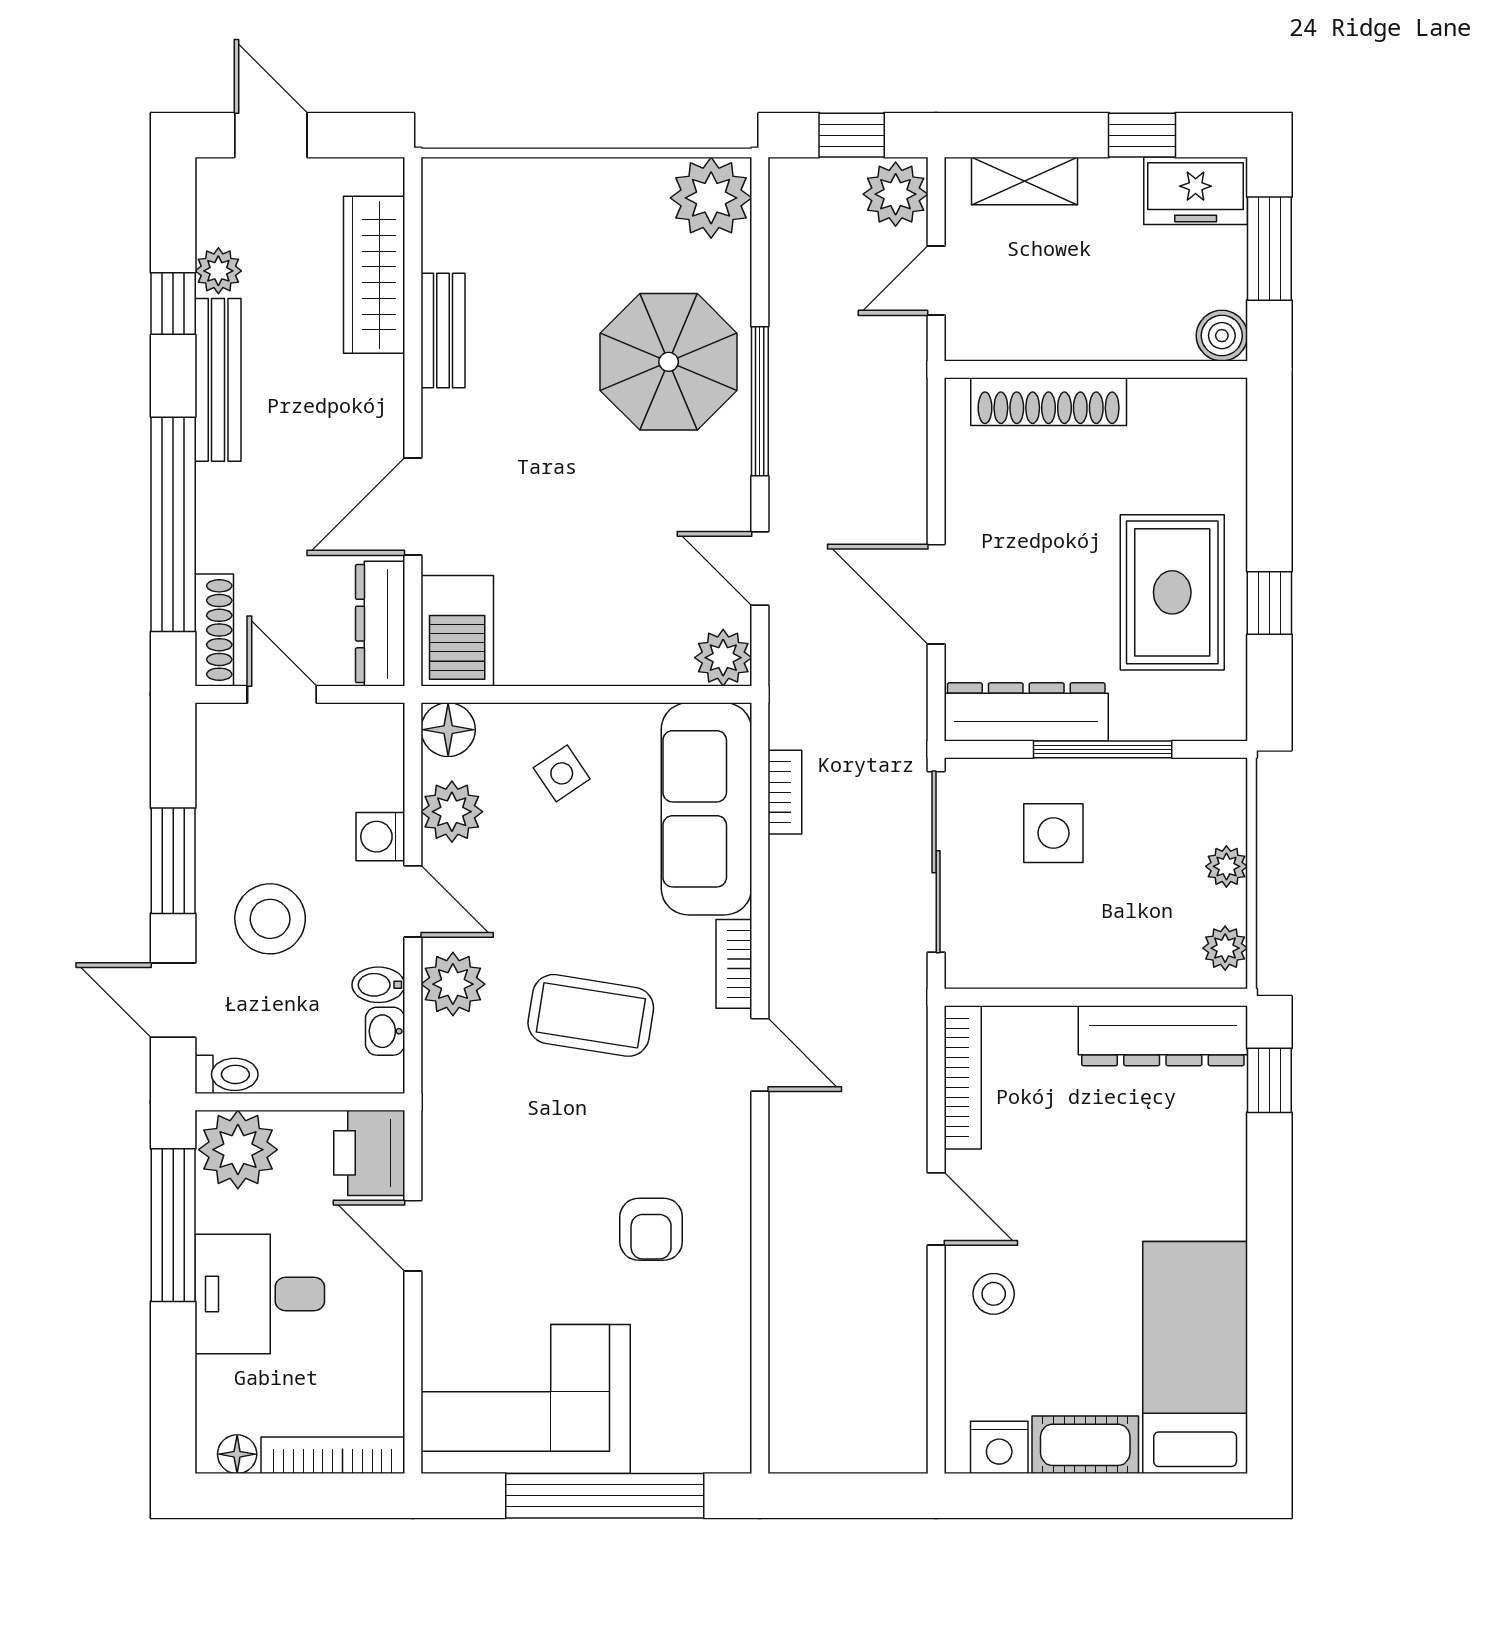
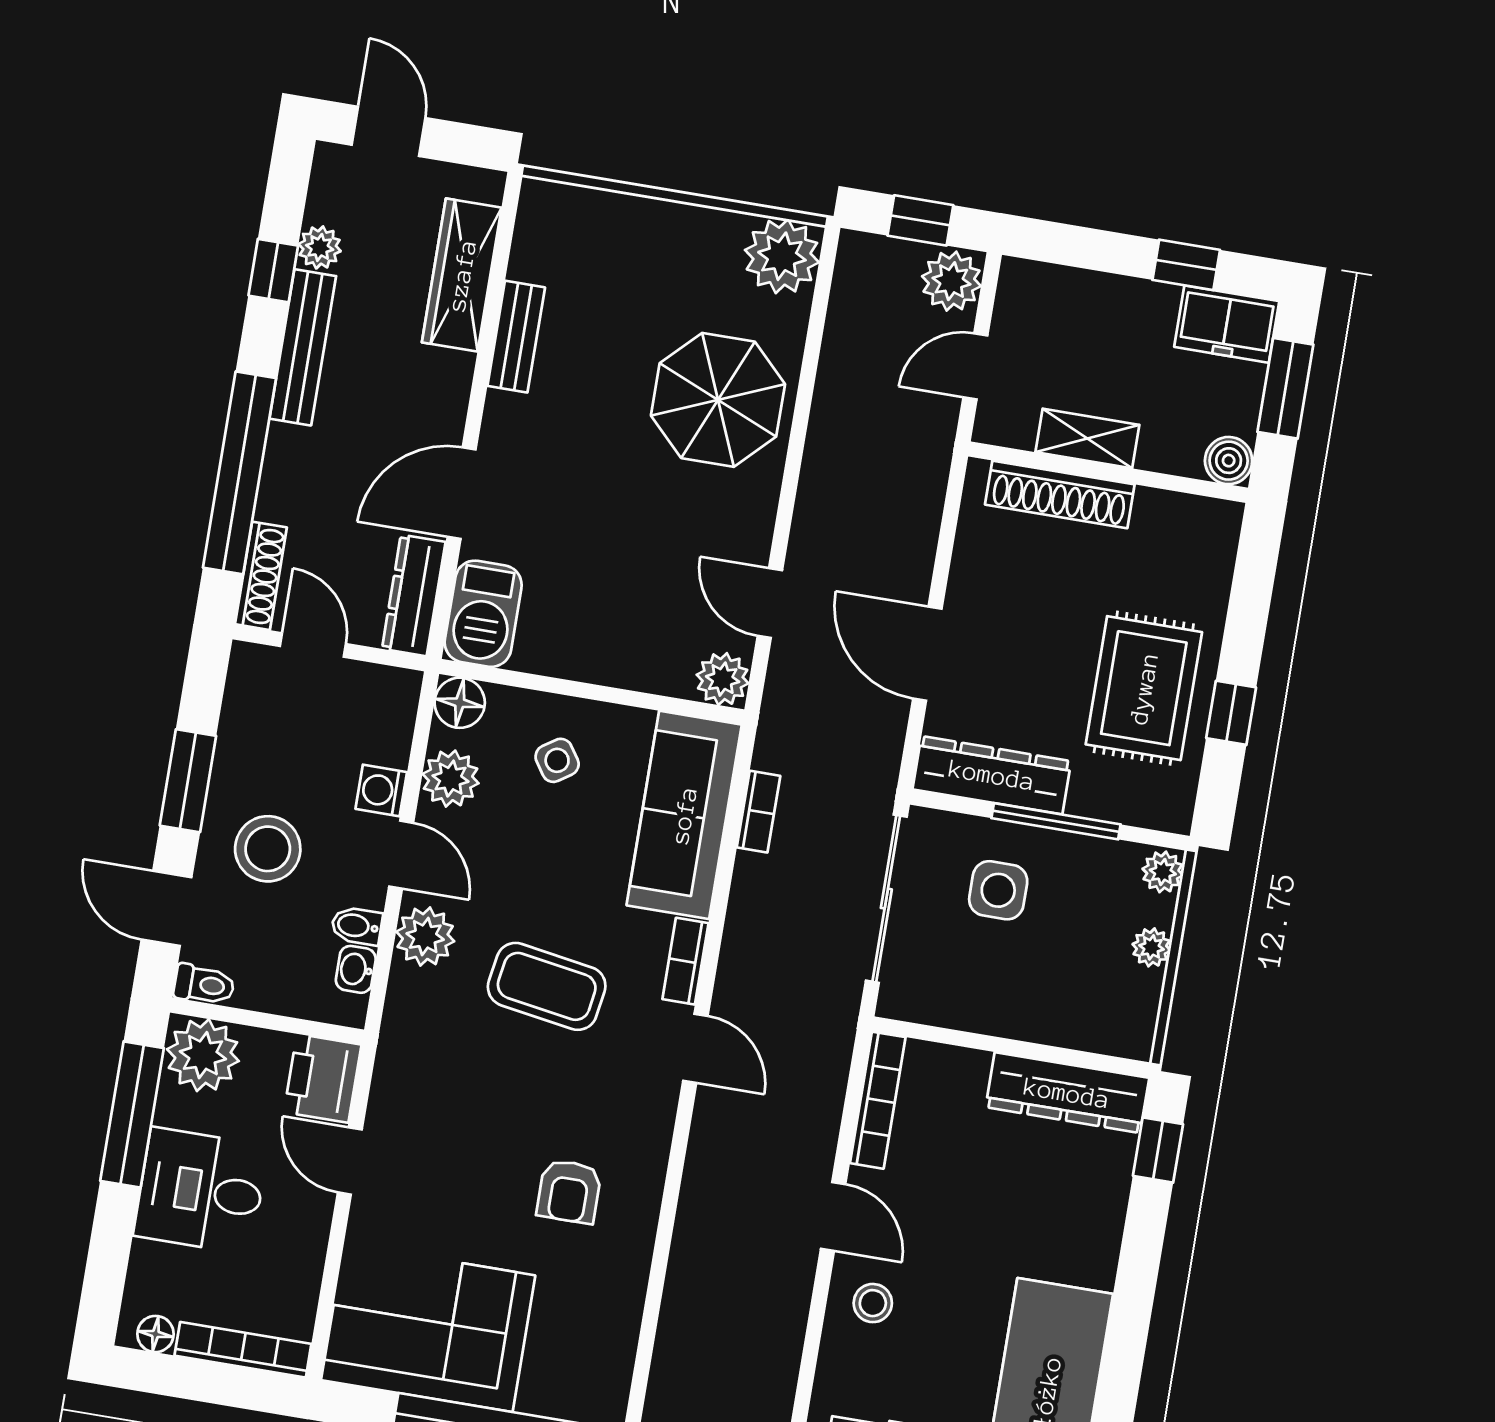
shelving: (1024, 181) -> (1087, 439), moved
window: (760, 401) -> (795, 450), removed
plant: (1225, 948) -> (1163, 872), moved

